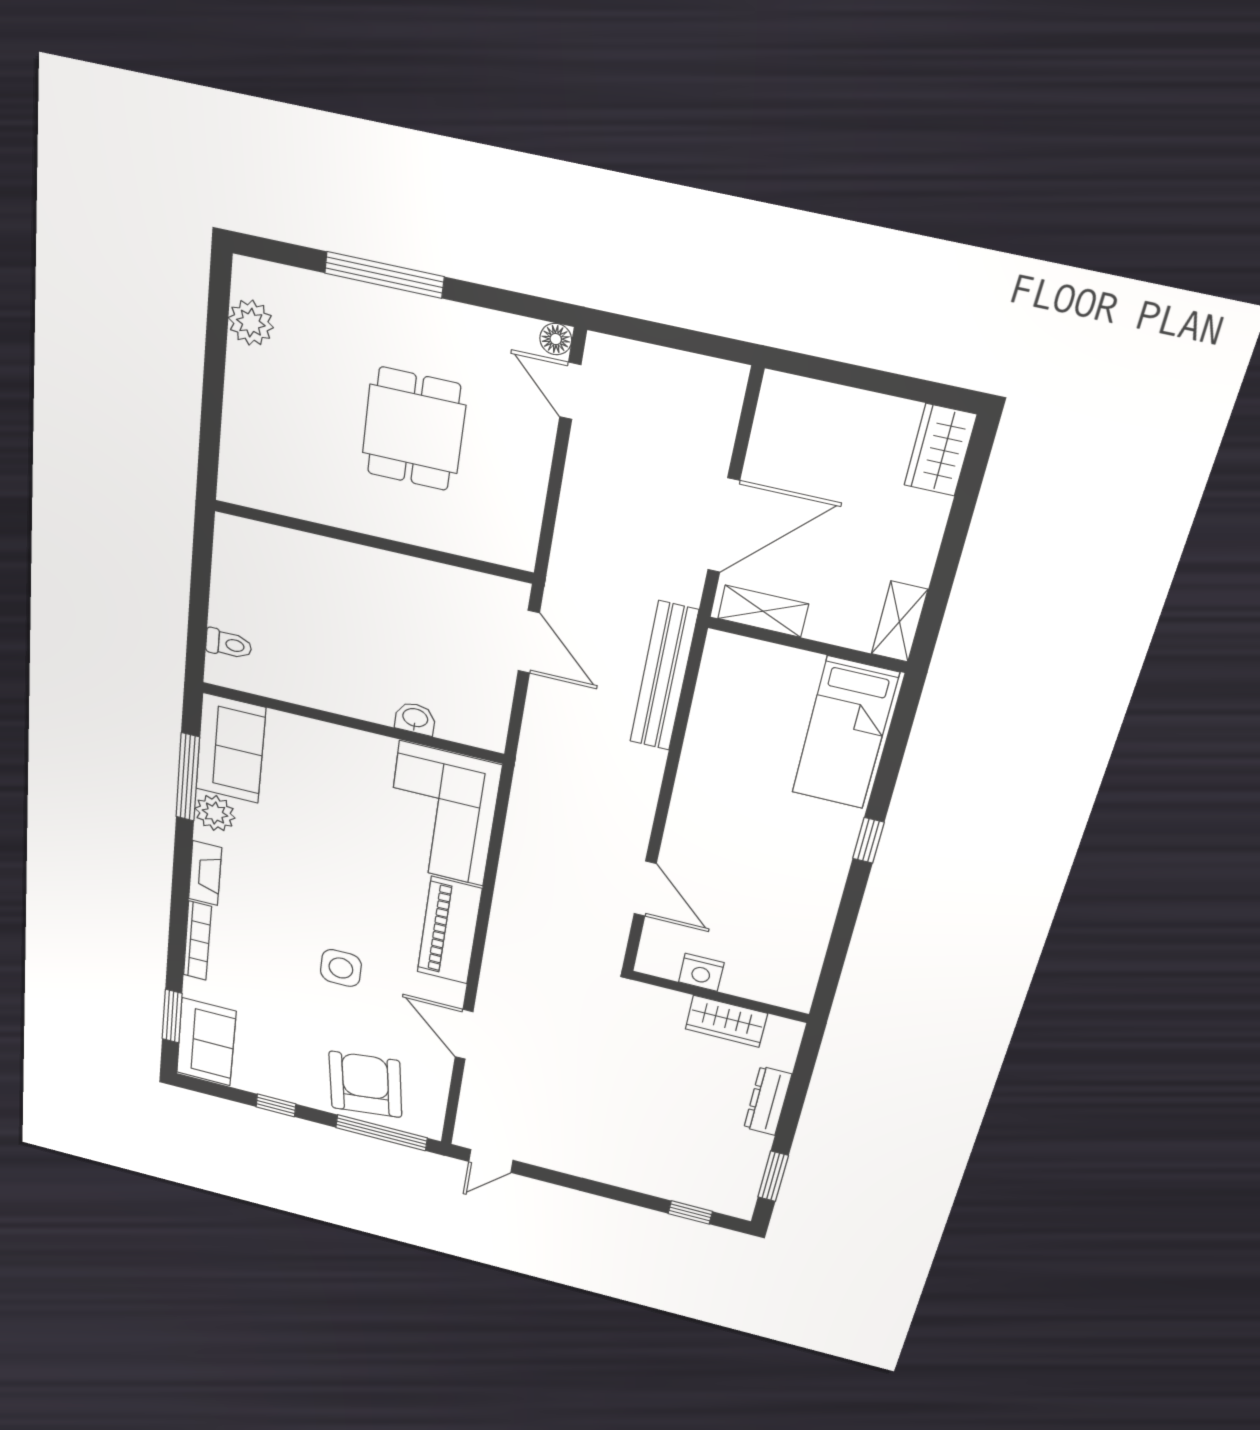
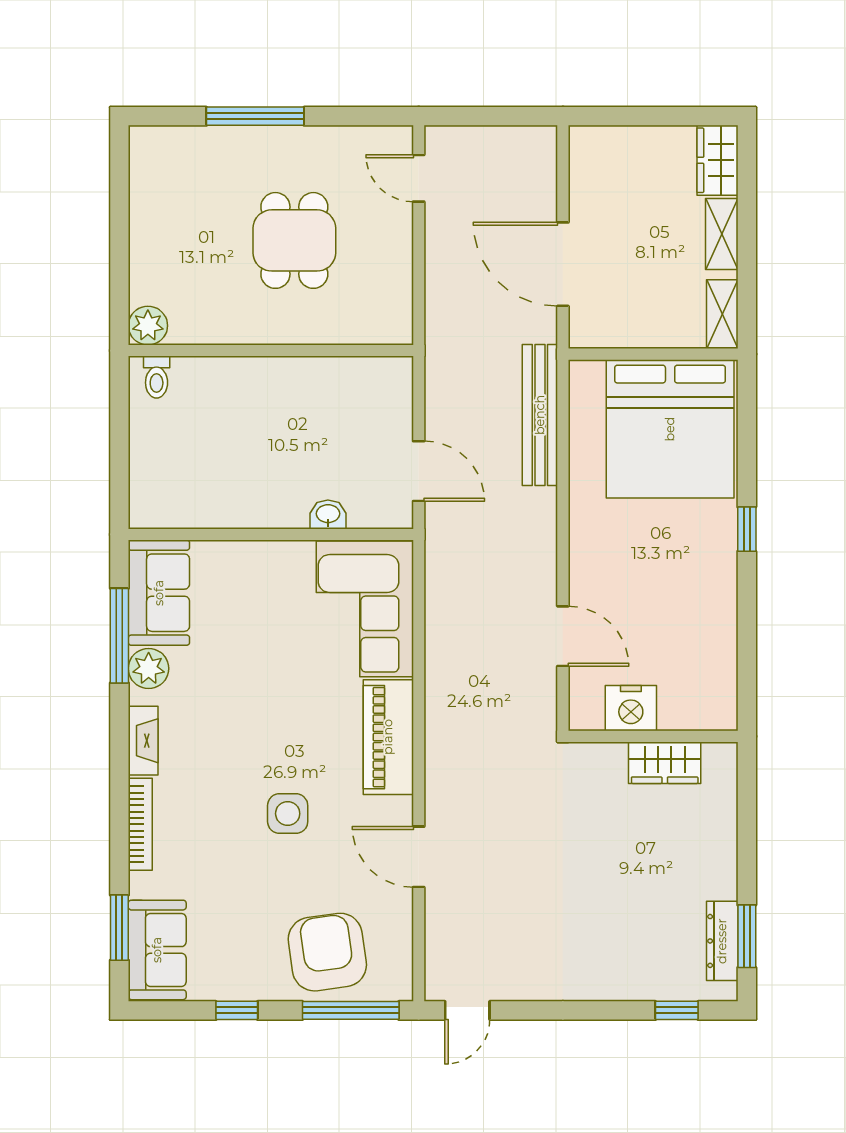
plant: (251, 323) -> (148, 326), moved
floor lamp: (556, 339) -> (400, 138), removed
door: (724, 526) -> (563, 264), swing flipped
shelving: (763, 611) -> (722, 234), moved, turned 90
door: (529, 642) -> (419, 471), moved
toilet: (229, 644) -> (157, 377), moved, turned 90
bed: (845, 733) -> (670, 429), width x2.04
nightstand: (701, 972) -> (631, 708), width x1.36, depth x1.33
dresser: (768, 1101) -> (722, 941), moved

